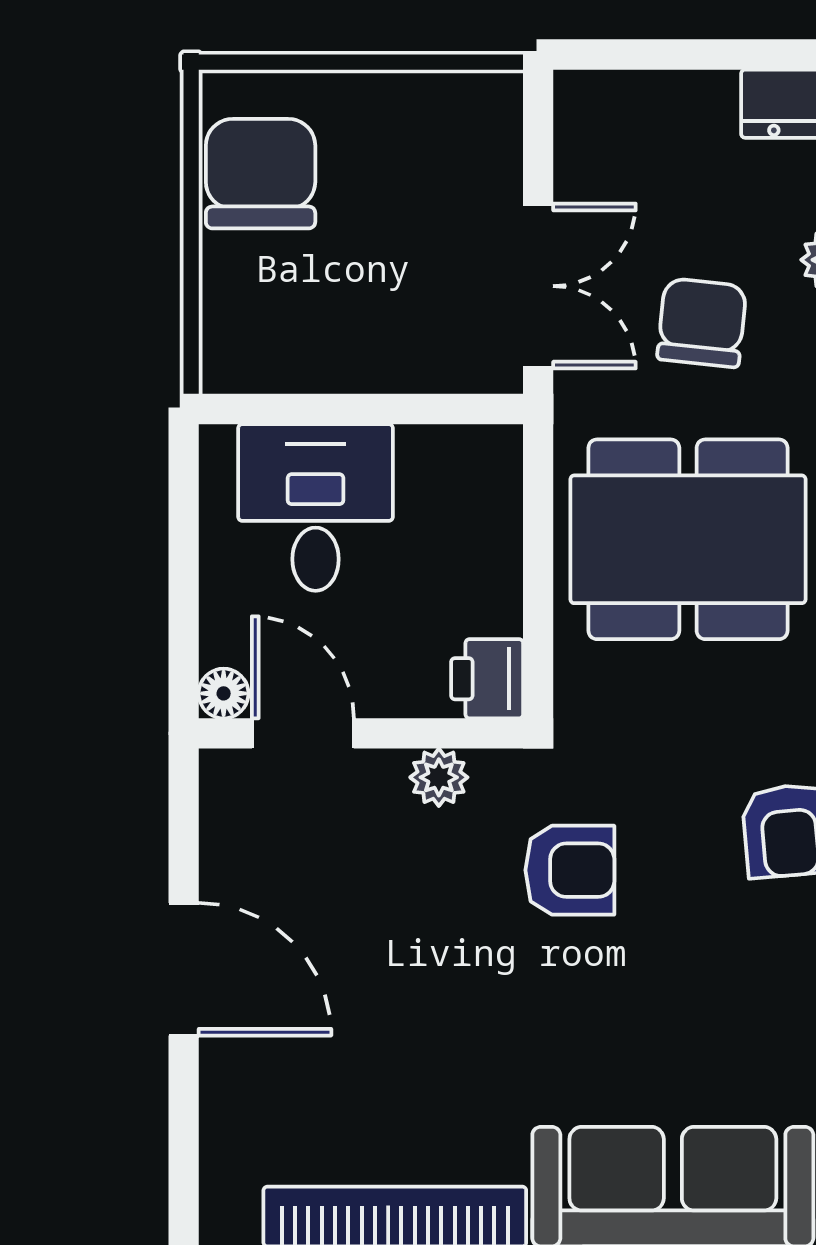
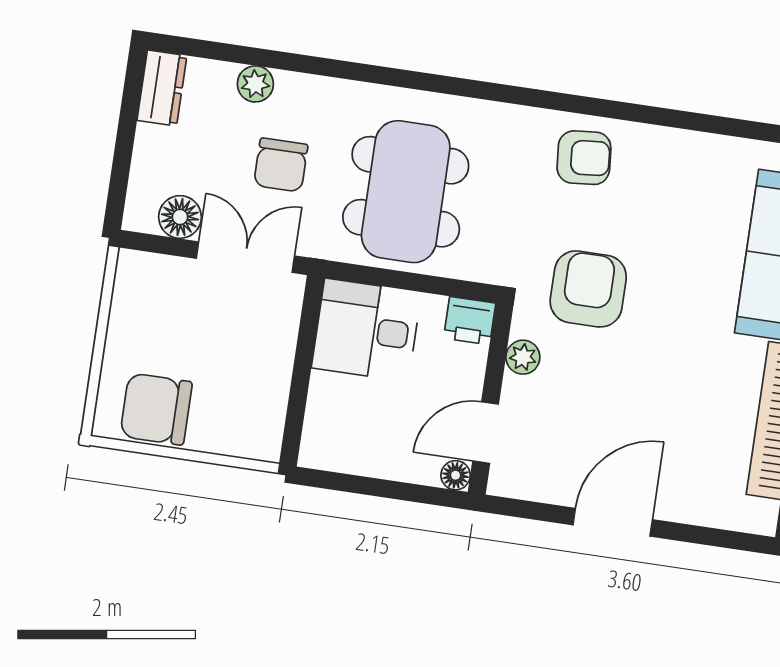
floor lamp: (589, 166) -> (180, 217), added
chair: (702, 323) -> (281, 165), turned -96
desk: (316, 507) -> (366, 330), moved
armchair: (570, 870) -> (588, 289), width x1.38, depth x1.38

